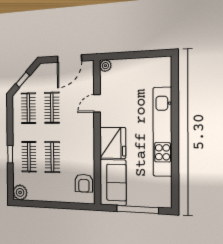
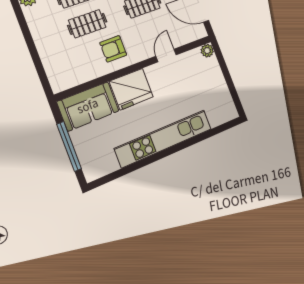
door: (97, 103) -> (166, 56), hinge flipped
armchair: (84, 183) -> (113, 49), moved

